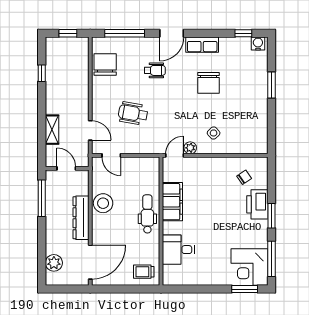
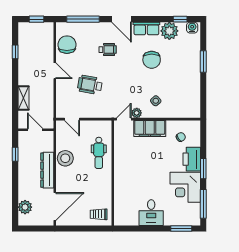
door: (172, 33) -> (121, 19), hinge flipped
plant: (230, 48) -> (169, 31), added
door: (90, 130) -> (55, 71), moved
window: (42, 198) -> (15, 154), width x0.46
filing cabinet: (172, 202) -> (150, 129), moved, turned 90
dental chair: (147, 214) -> (99, 153), moved, turned 180
desk: (178, 250) -> (151, 213), moved, turned -90
corner desk: (249, 267) -> (185, 187), moved

